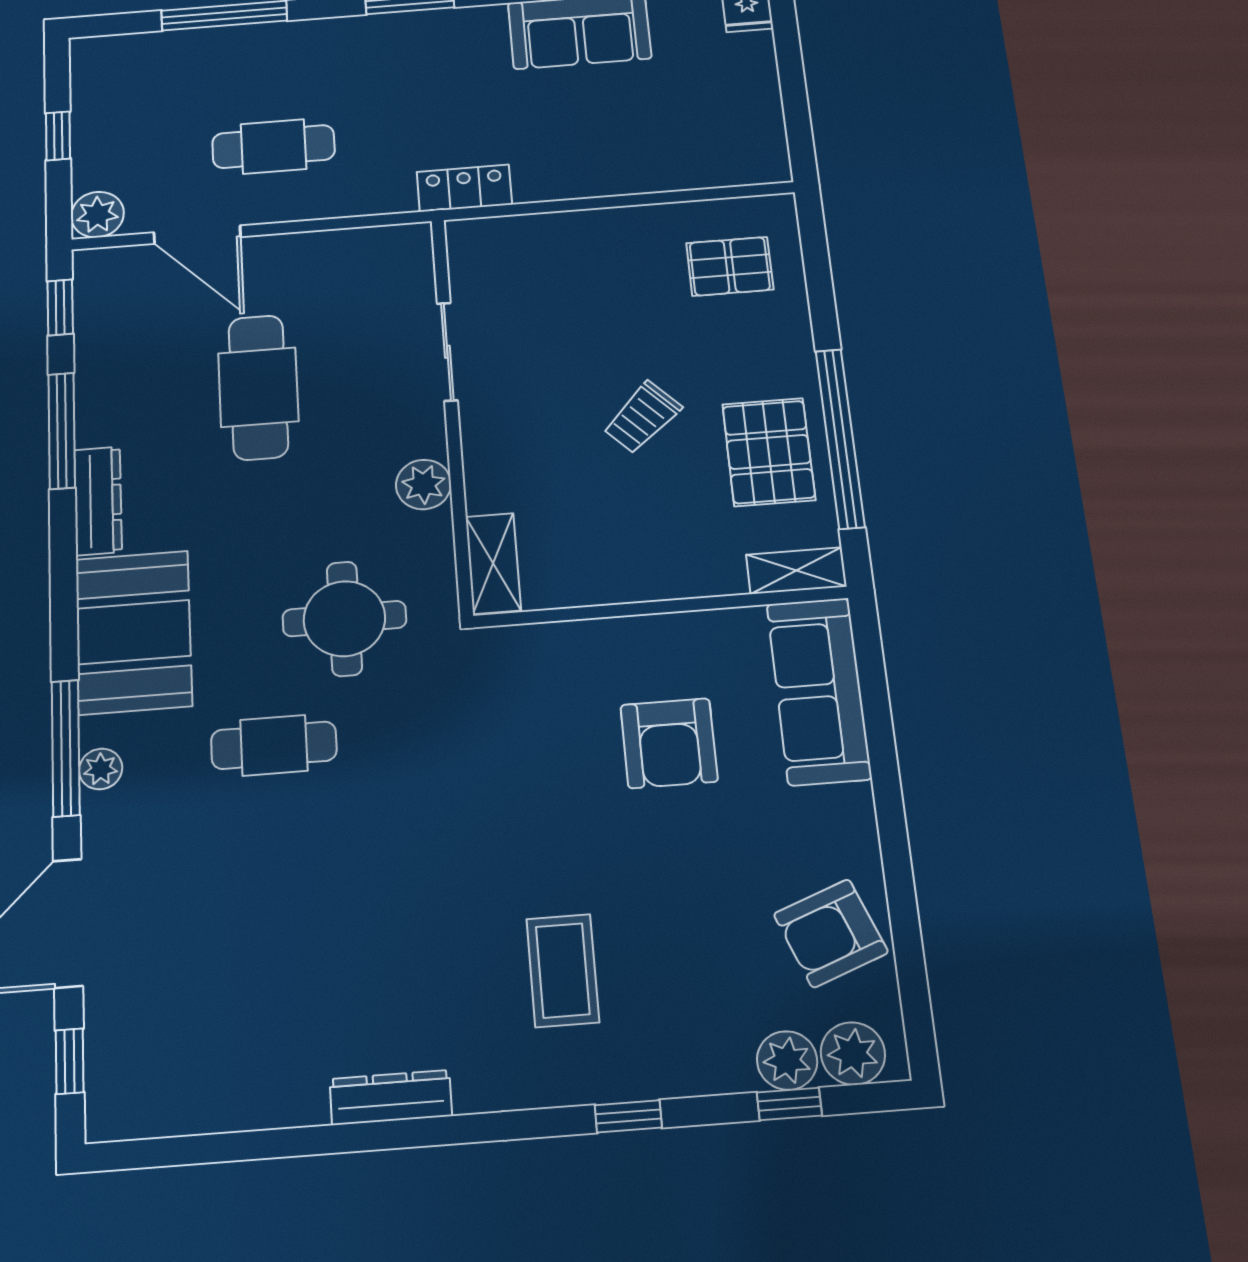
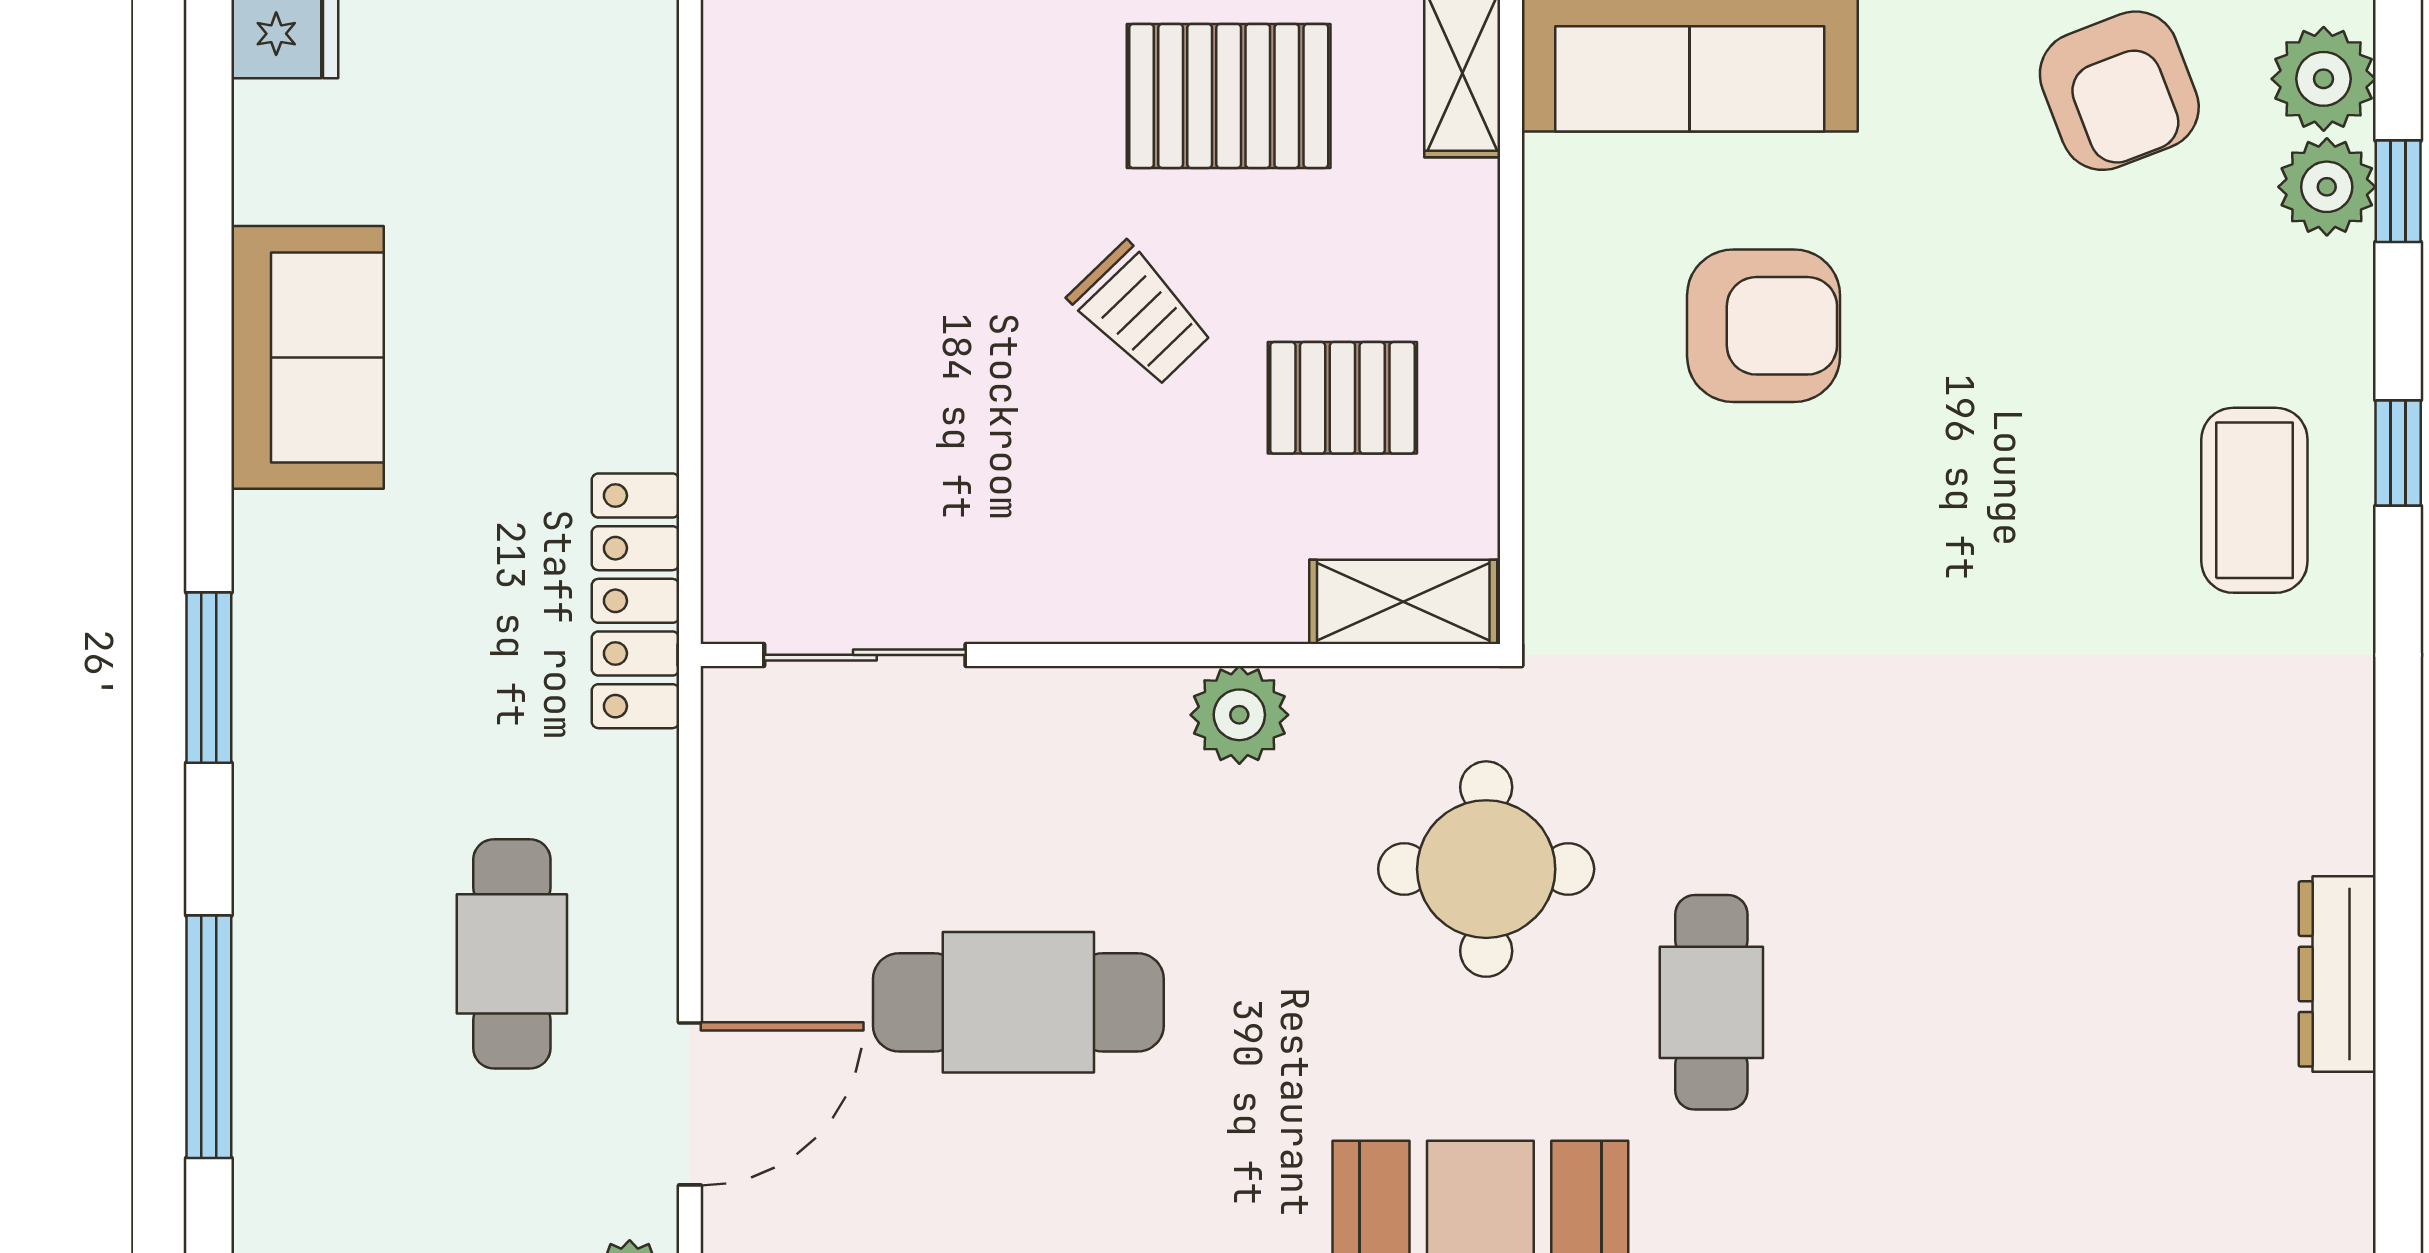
locker: (464, 188) -> (635, 601), width x1.53
pallet: (730, 266) -> (1342, 398), moved, turned 90
sliding door: (447, 352) -> (865, 655), moved
coffee table: (563, 970) -> (2254, 500), moved, turned 90
dresser: (391, 1097) -> (2337, 974), moved

